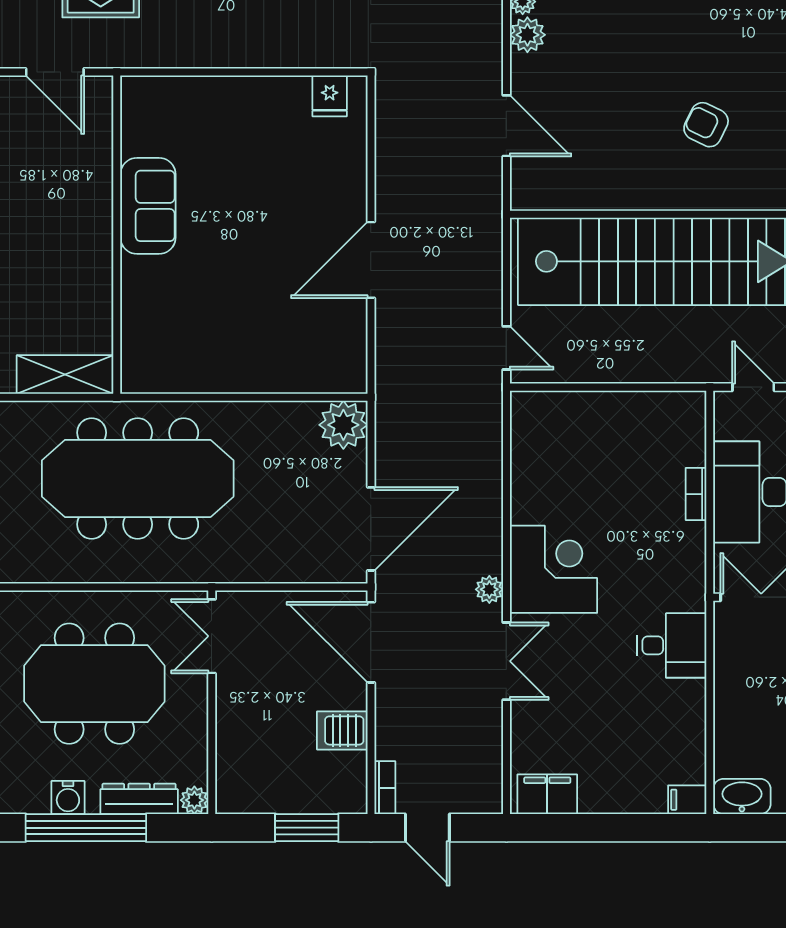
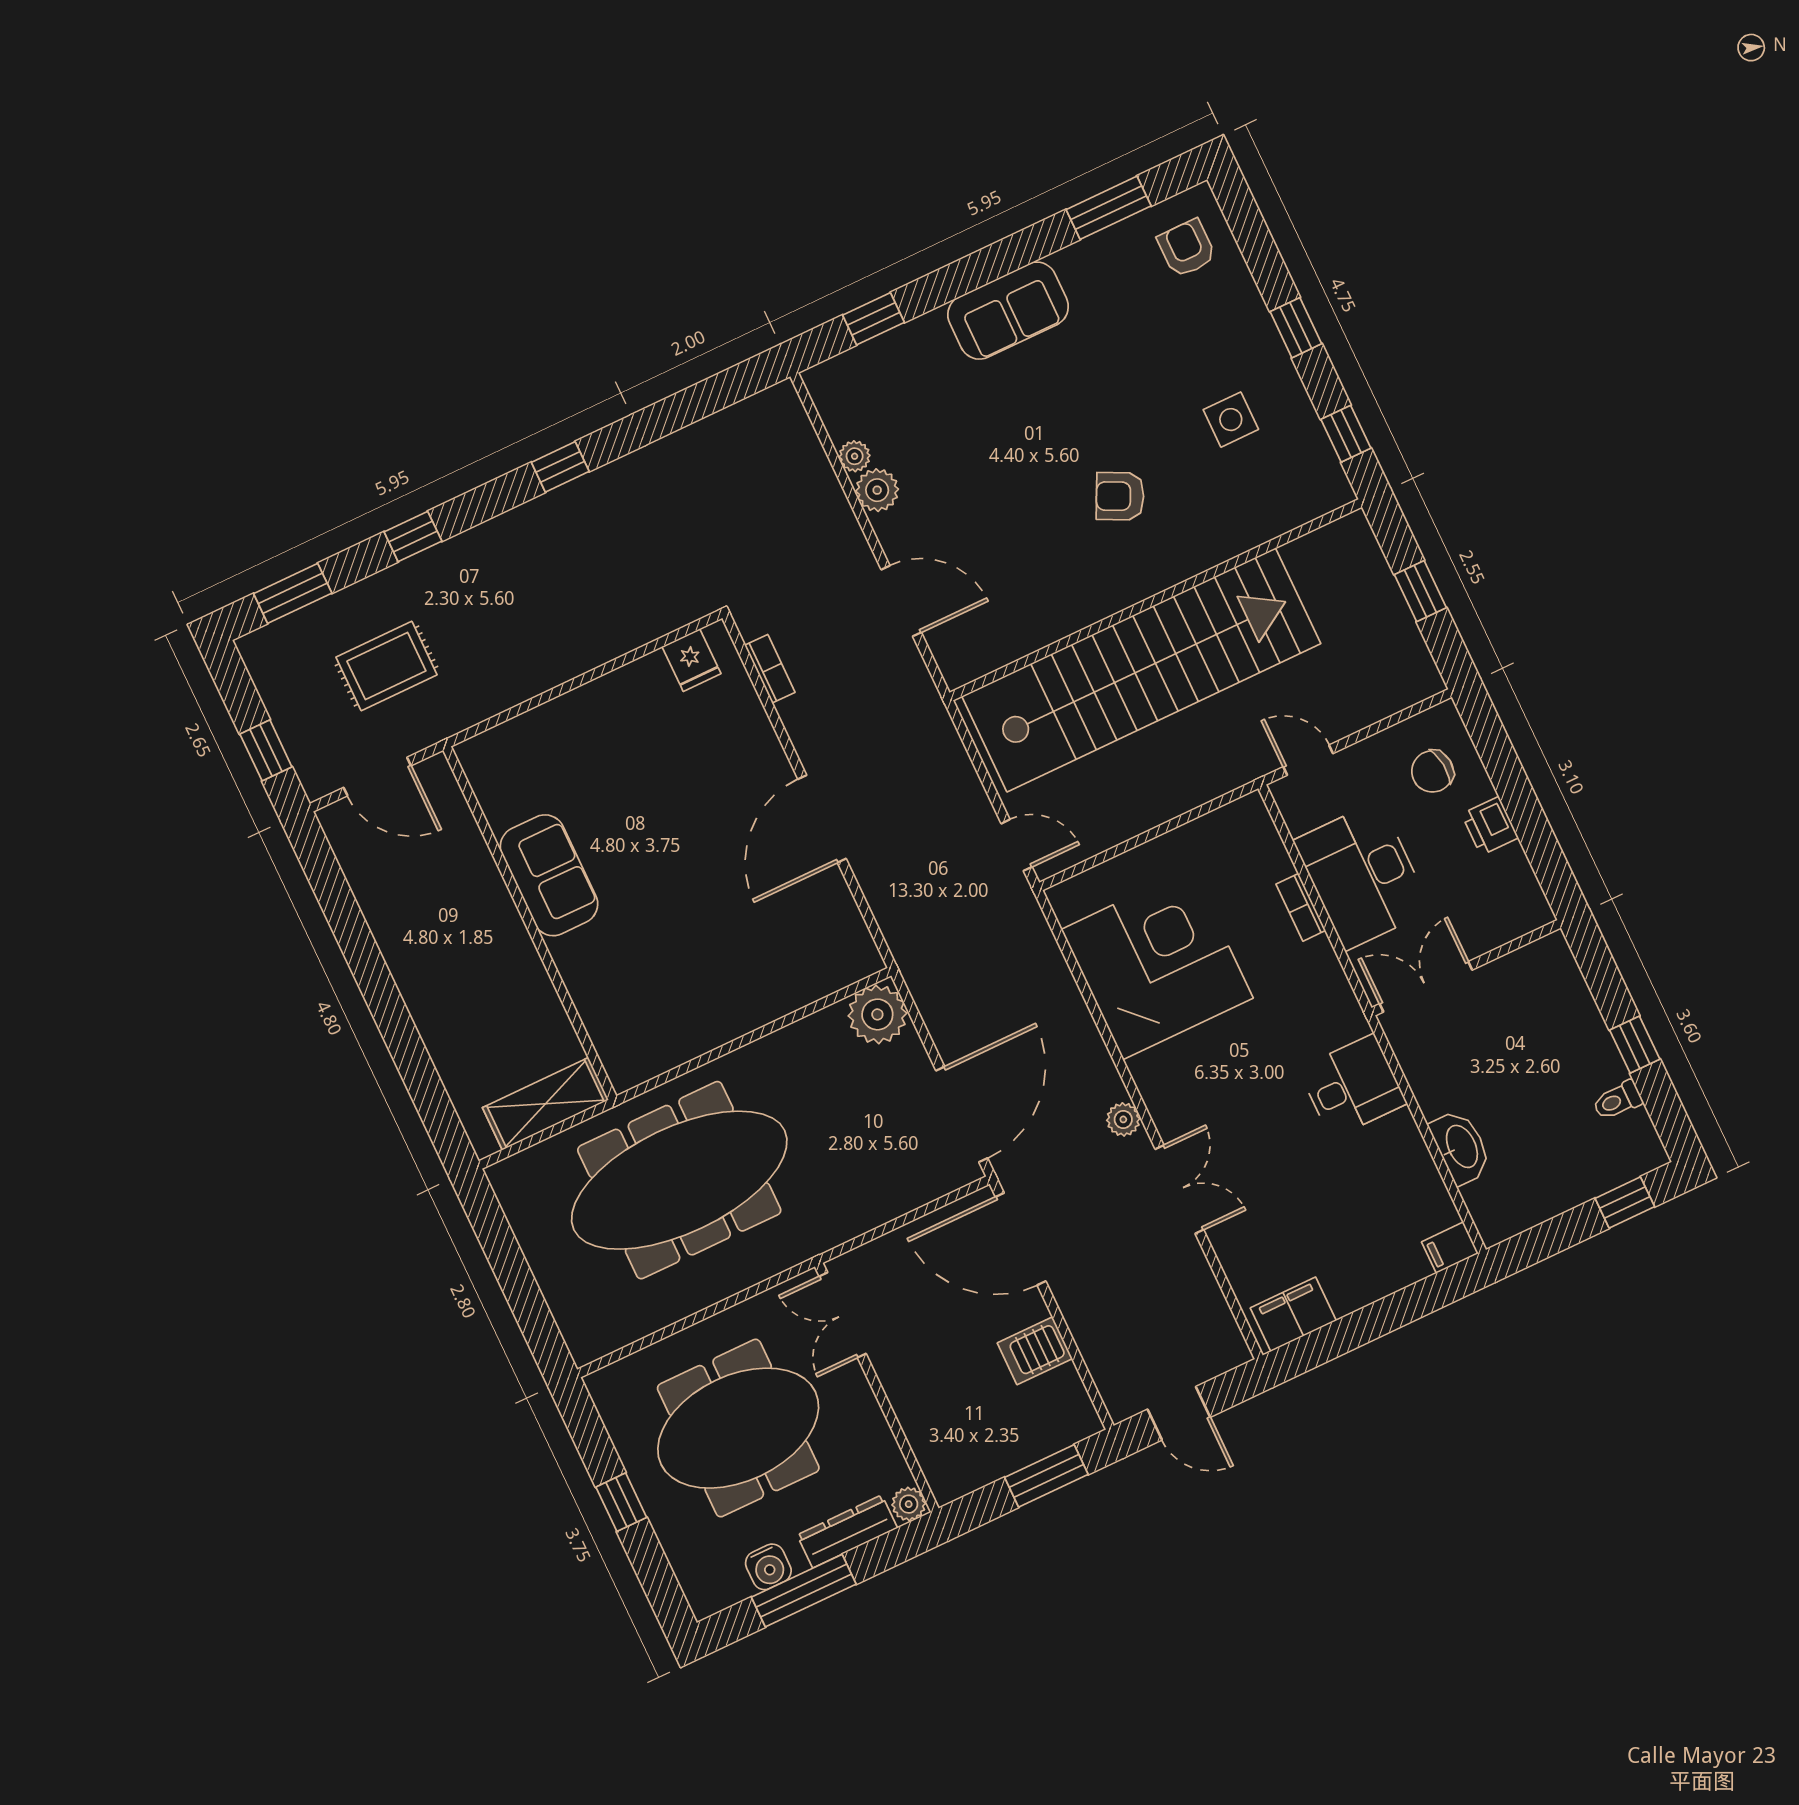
corner desk: (554, 569) -> (1157, 964), moved, width x1.36, depth x1.36
bookcase: (385, 788) -> (770, 669), moved
washbasin: (742, 796) -> (1461, 1147), moved, turned 90
window: (86, 828) -> (804, 1591), width x0.68

